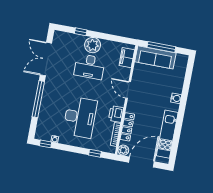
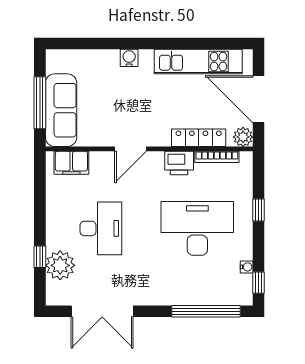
plant: (93, 45) -> (60, 265), moved
window: (38, 99) -> (206, 311), moved
window: (95, 153) -> (258, 210), moved

